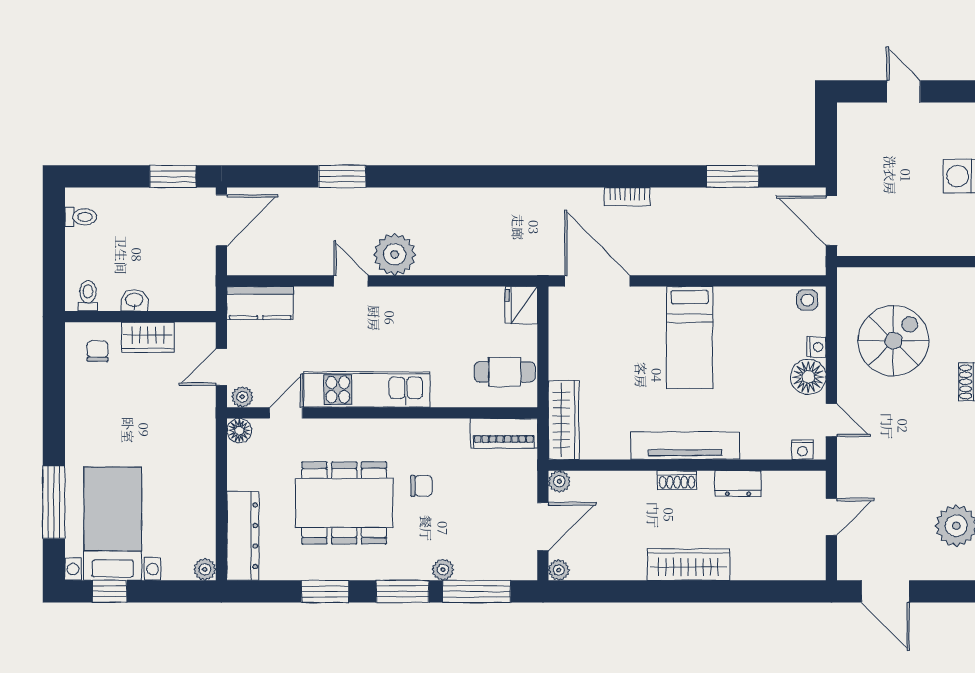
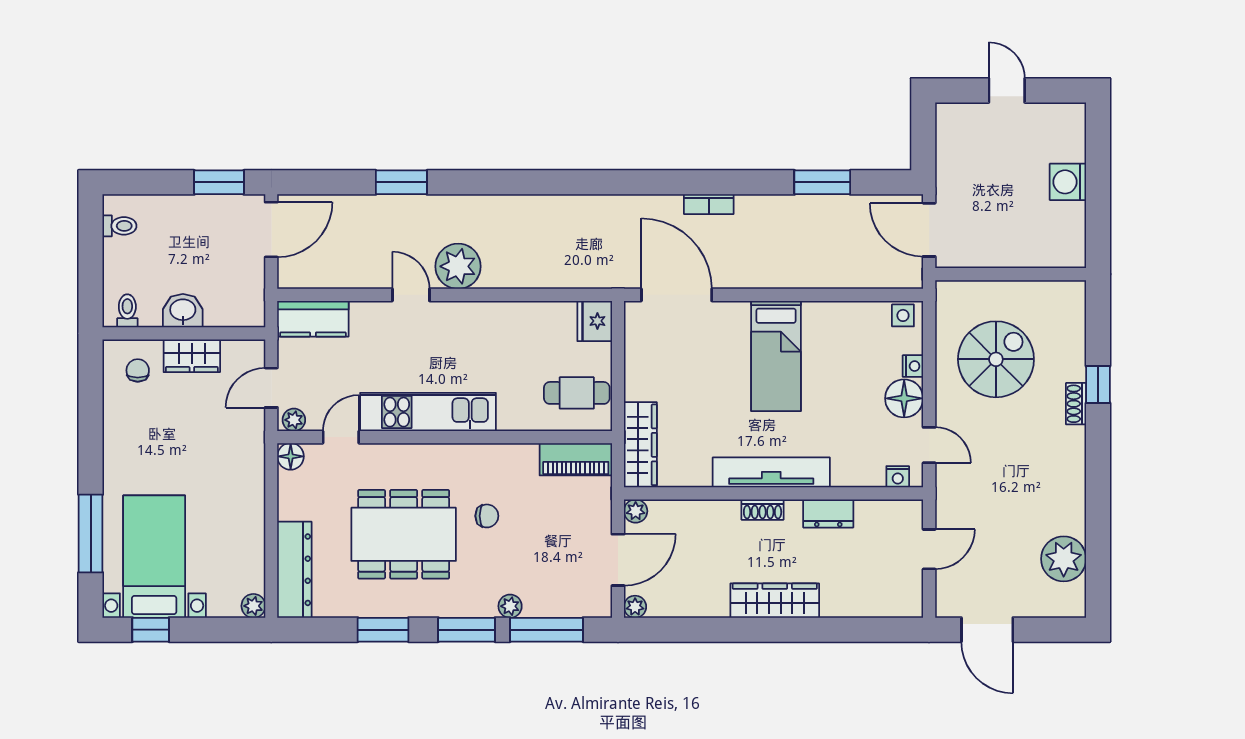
washbasin: (134, 300) -> (183, 311), width x1.38, depth x1.45

